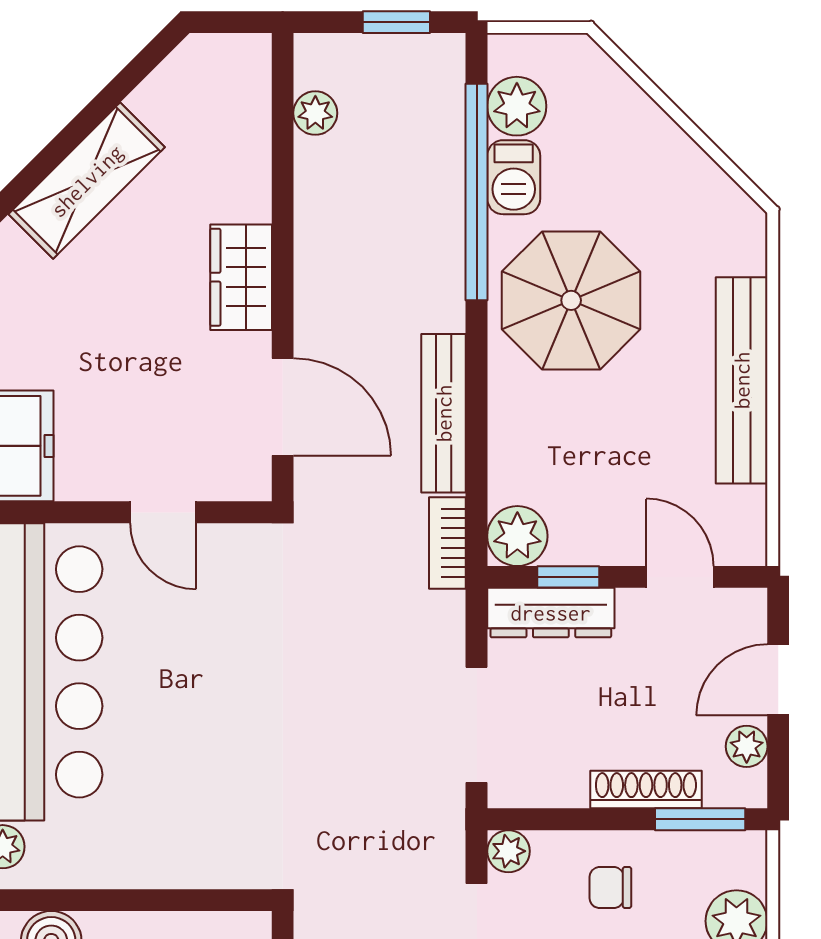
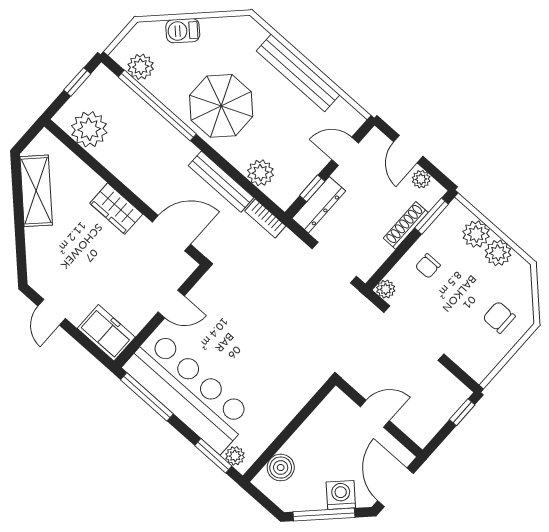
plant: (315, 113) -> (89, 129), width x1.87, depth x1.87
barbecue: (514, 177) -> (183, 31), moved, turned 135
shelving: (87, 181) -> (36, 191), moved
plant: (517, 536) -> (260, 173), moved

